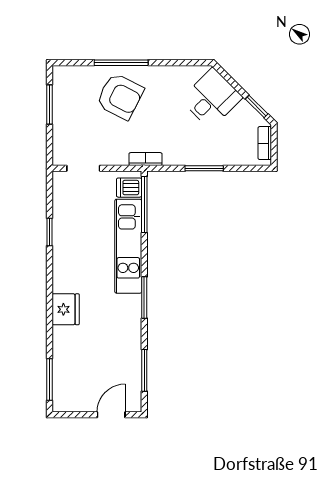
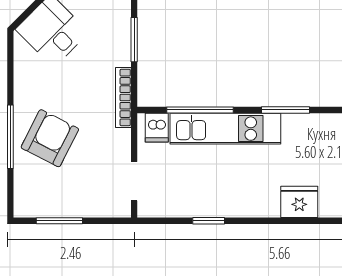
bookcase: (145, 159) -> (123, 97), width x1.56
window: (144, 205) -> (200, 110), moved

